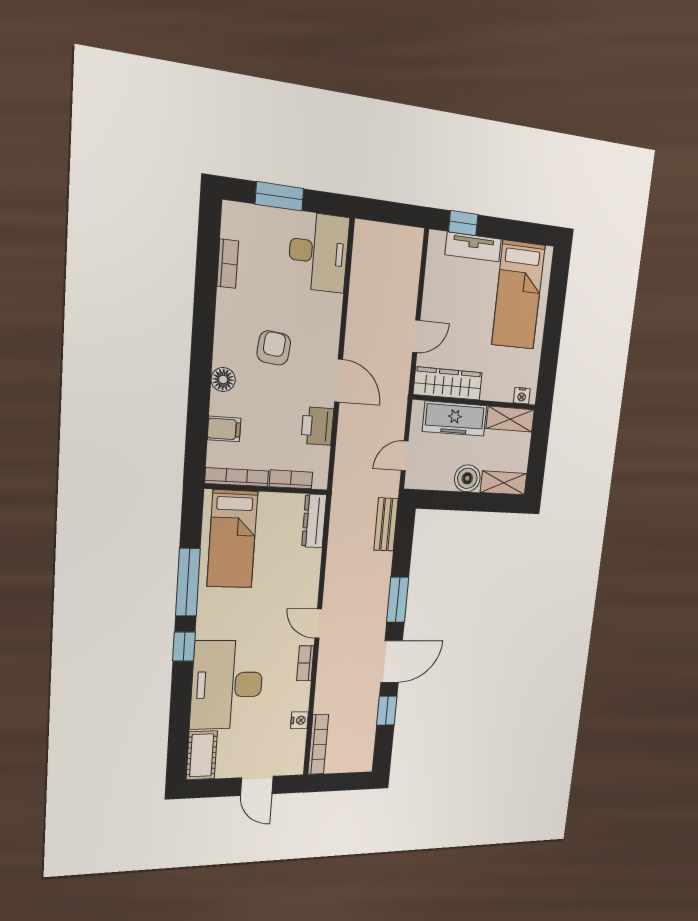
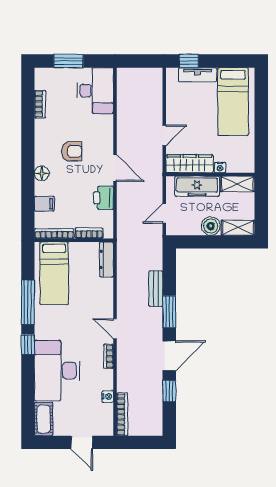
armchair: (274, 348) -> (72, 151), turned 84
nightstand: (522, 396) -> (220, 167), moved
bench: (386, 524) -> (156, 289), moved

